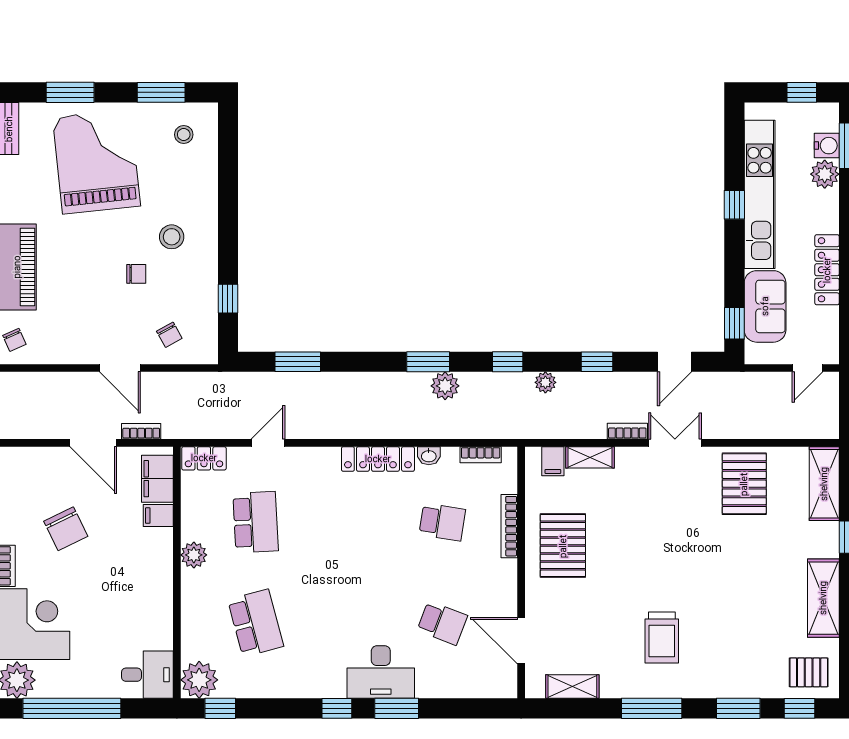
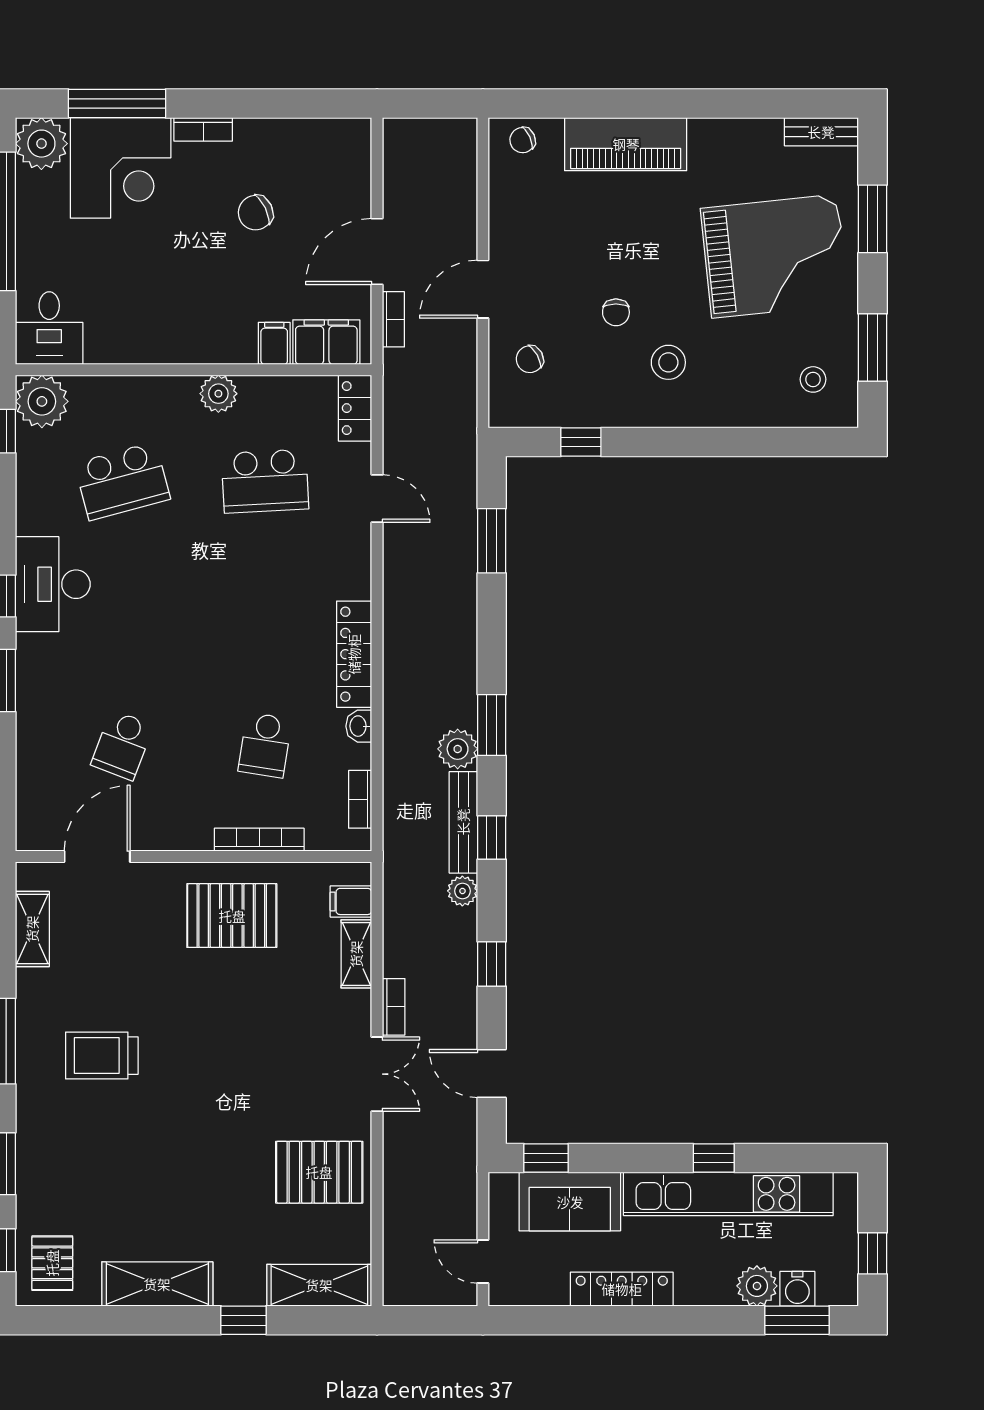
bench: (497, 382) -> (463, 822), added
chair: (66, 529) -> (256, 213), width x0.73, depth x0.73
desk: (381, 672) -> (53, 584), moved

